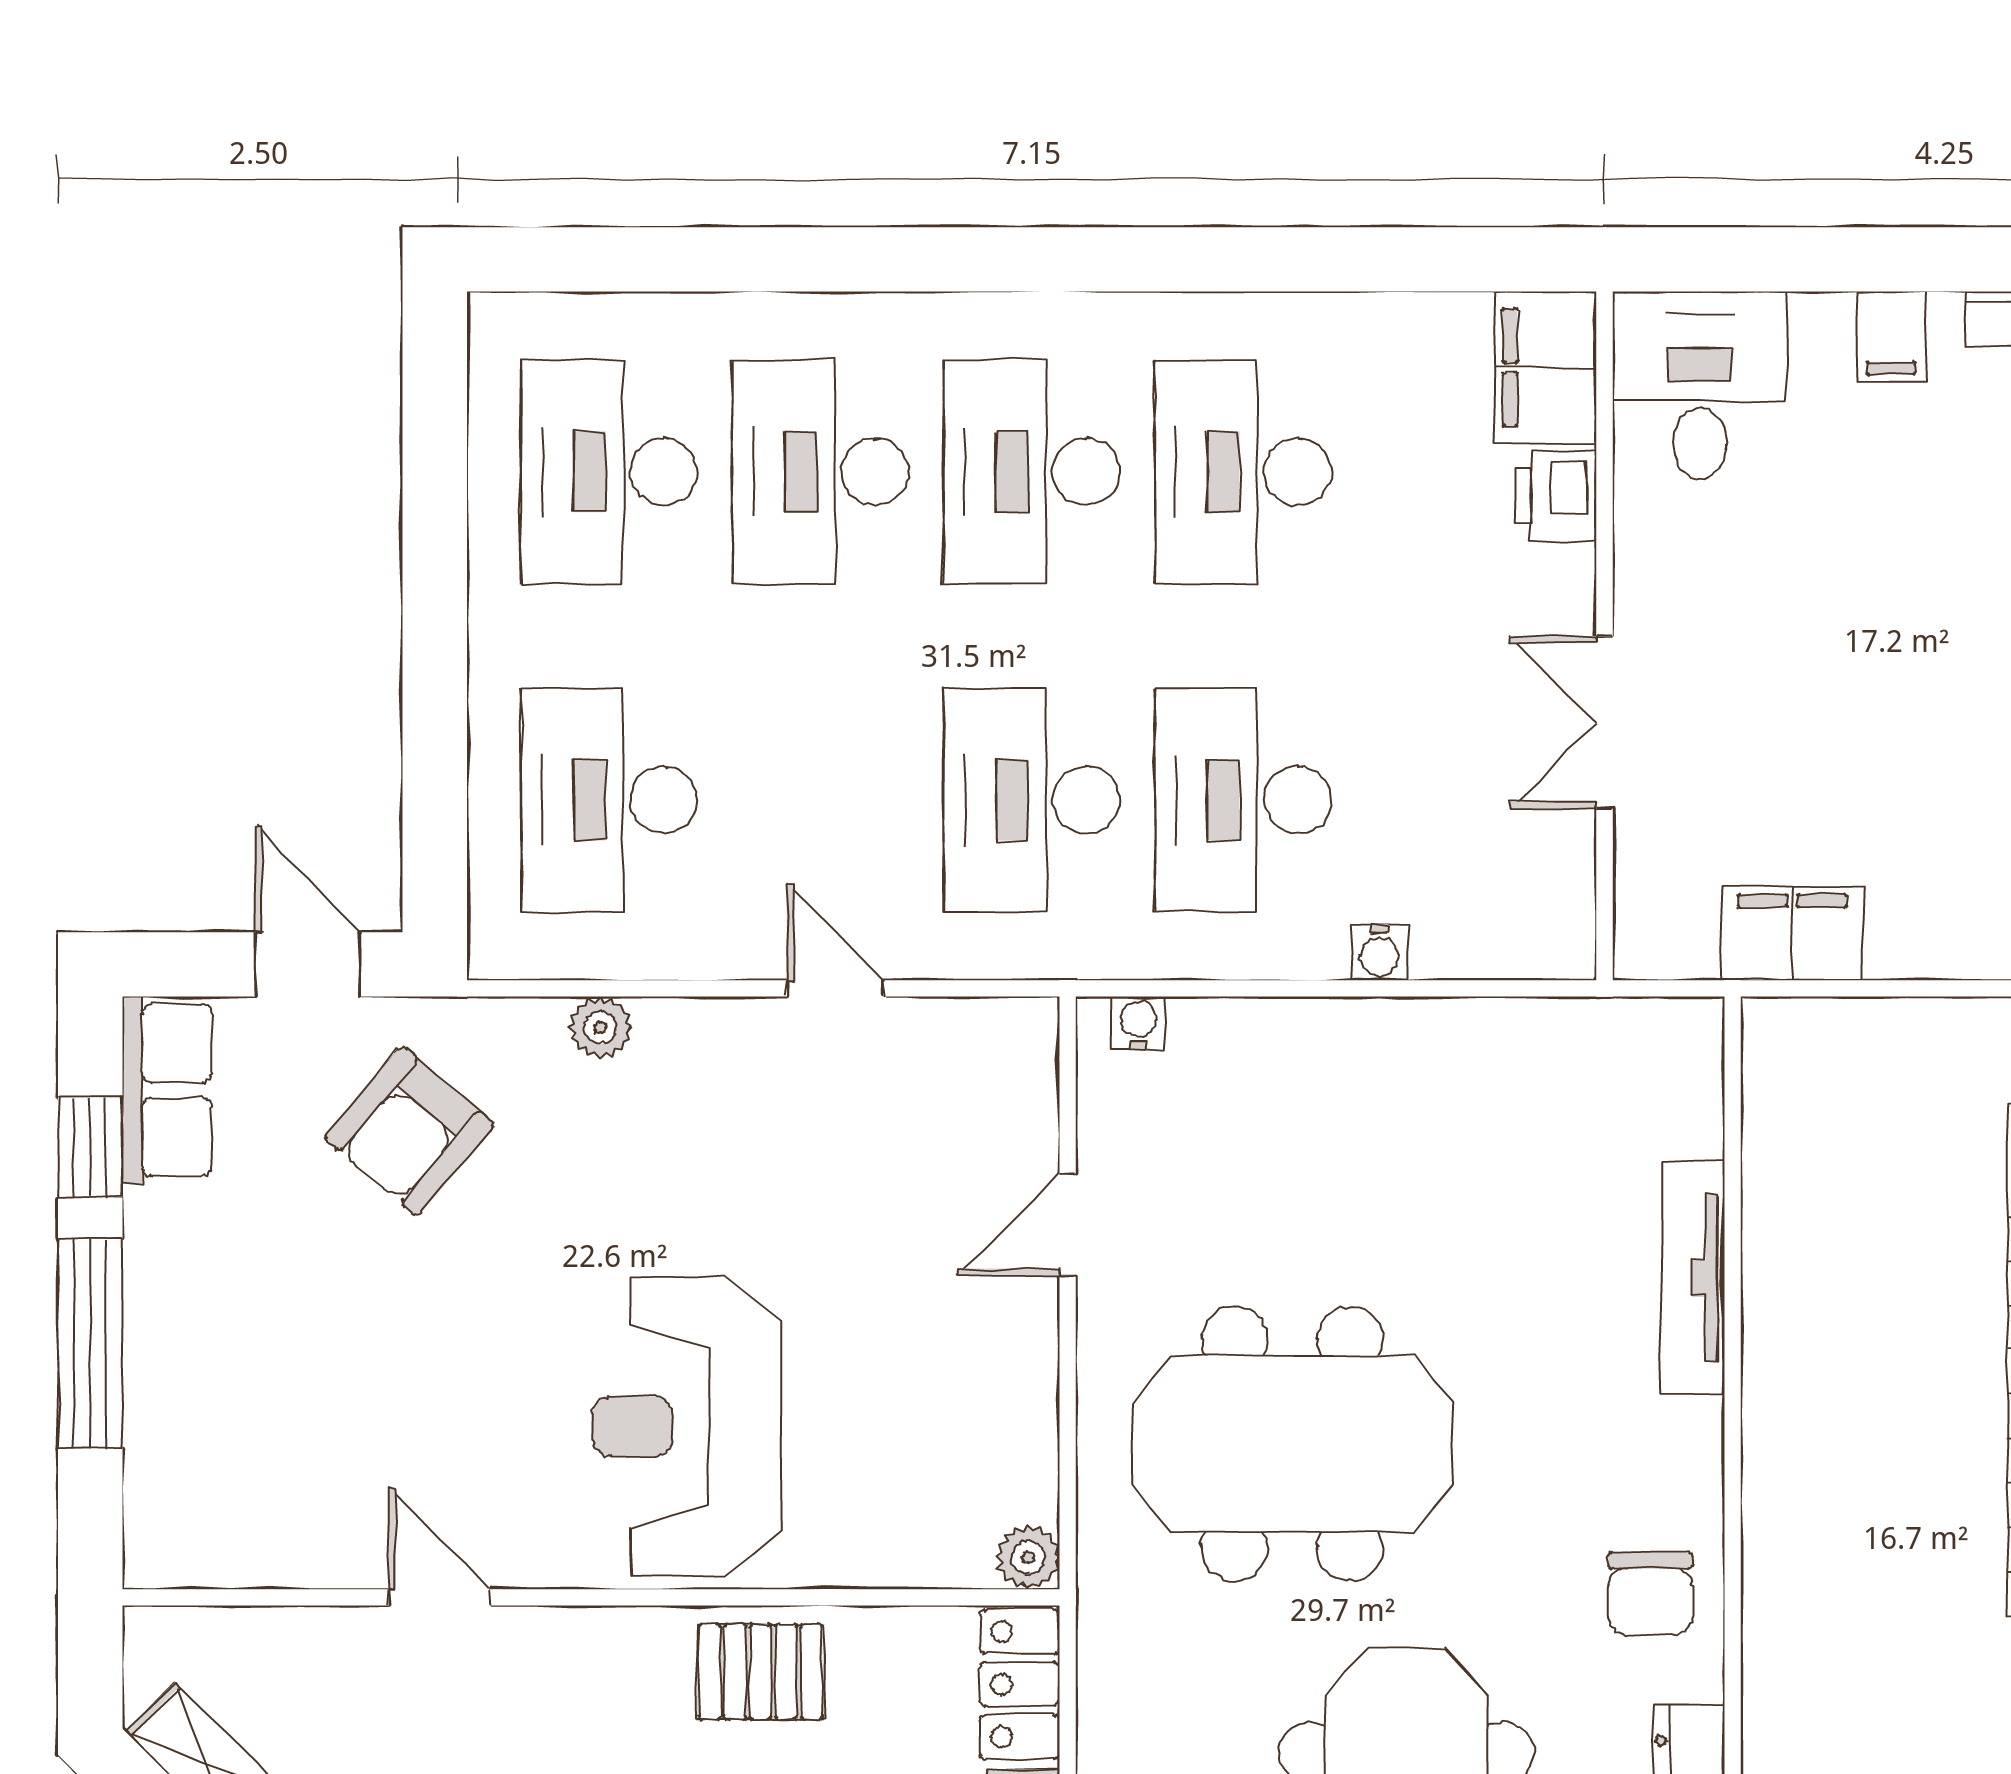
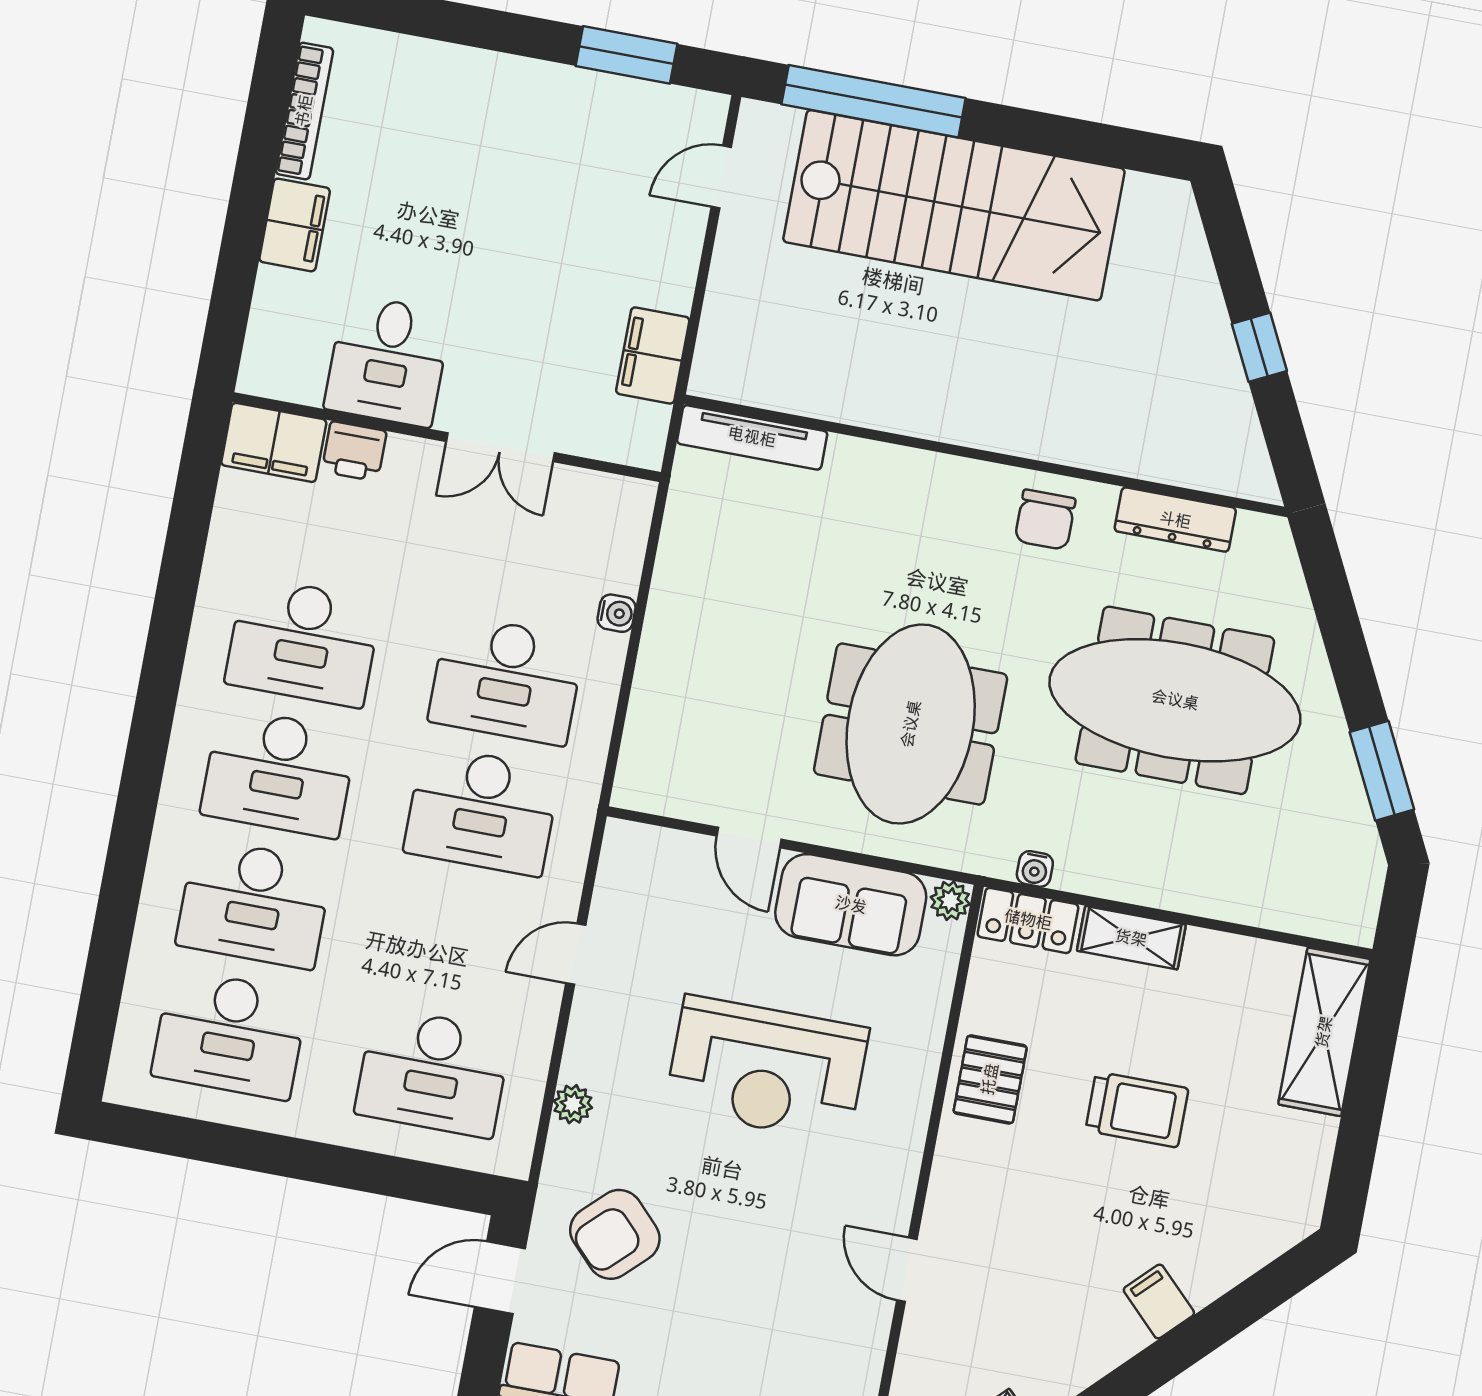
filing cabinet: (1891, 337) -> (295, 225), width x2.00
desk: (1700, 385) -> (388, 361), moved, turned -90
water cooler: (1138, 1023) -> (1035, 869), moved, turned -90
armchair: (409, 1131) -> (615, 1234), turned 96
tv unit: (1693, 1278) -> (752, 437), moved
sofa: (993, 1403) -> (851, 905), added
reception desk: (687, 1426) -> (767, 1069), moved
chair: (1650, 1594) -> (1045, 520), turned 90
door: (439, 1597) -> (907, 1270), hinge flipped

